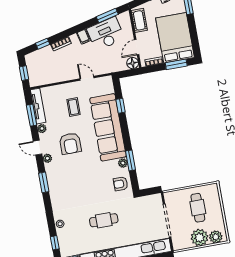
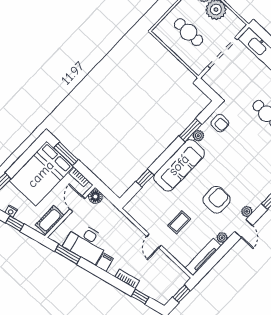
door: (137, 47) -> (77, 204), swing flipped
door: (87, 78) -> (154, 241), moved
window: (32, 115) -> (216, 257), removed
sofa: (108, 127) -> (179, 165), width x0.74, depth x0.79
cafe table: (198, 208) -> (188, 32), turned 90

